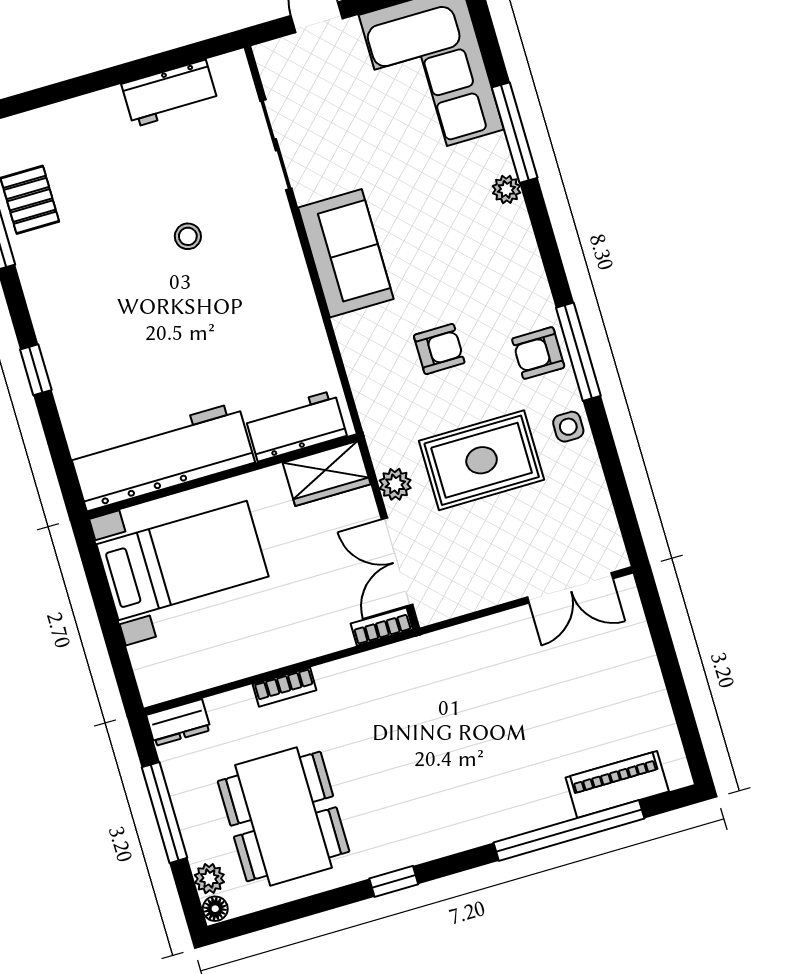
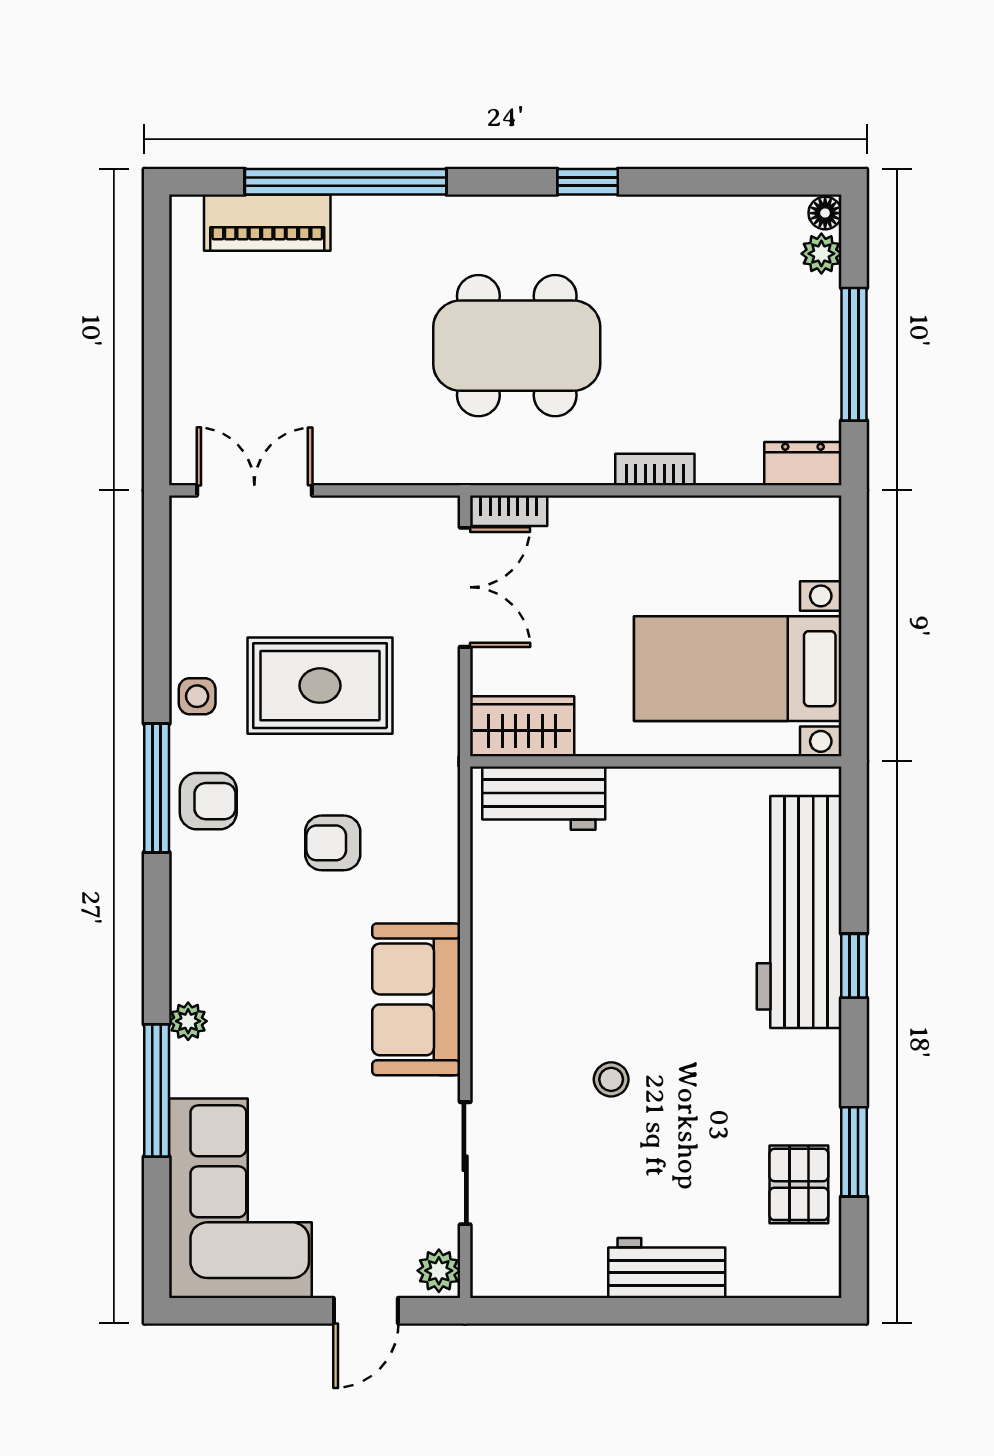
workbench: (170, 93) -> (667, 1268), moved
workbench: (162, 456) -> (799, 912), moved, turned 90
plant: (395, 484) -> (439, 1271), moved
dining table: (284, 816) -> (517, 346), moved, turned 90

